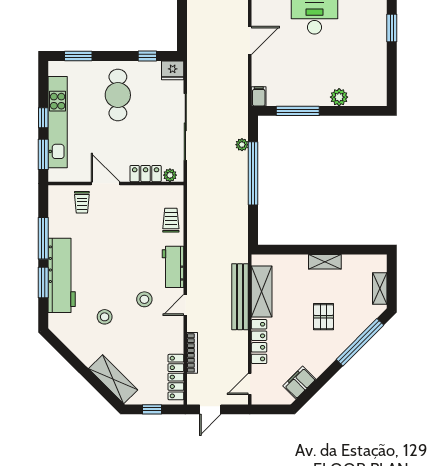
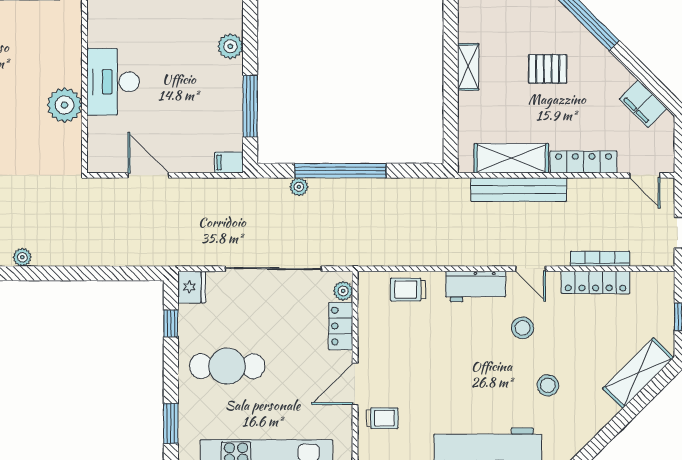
locker: (176, 377) -> (596, 282), moved

